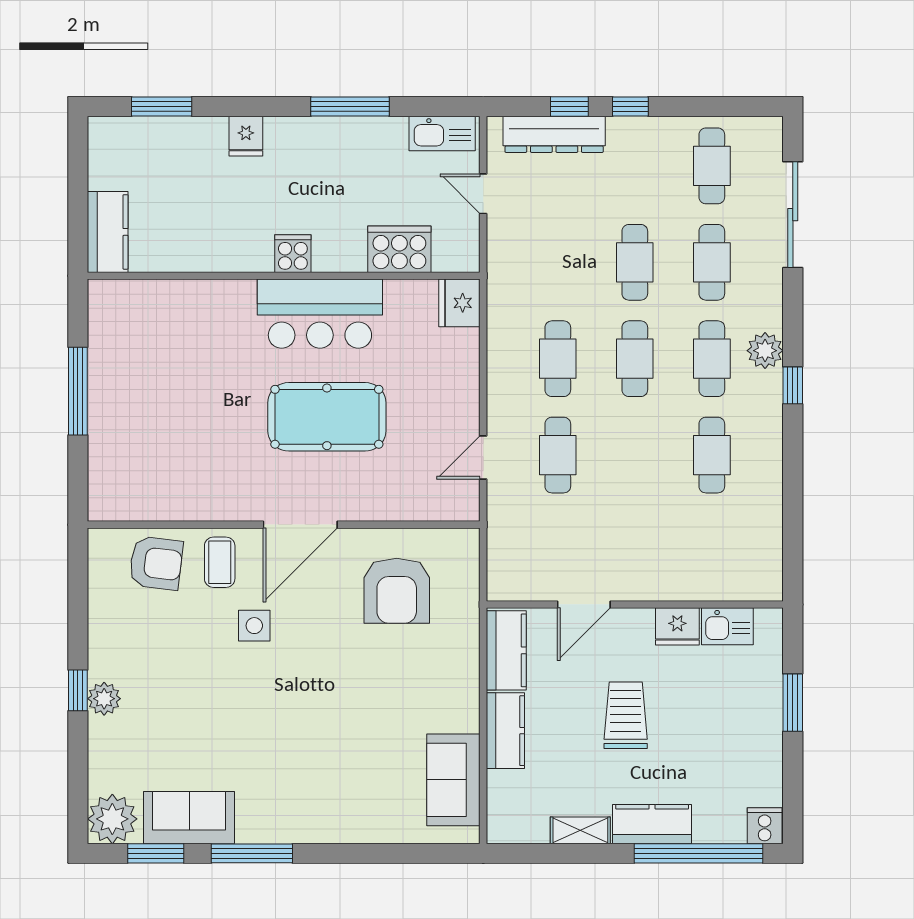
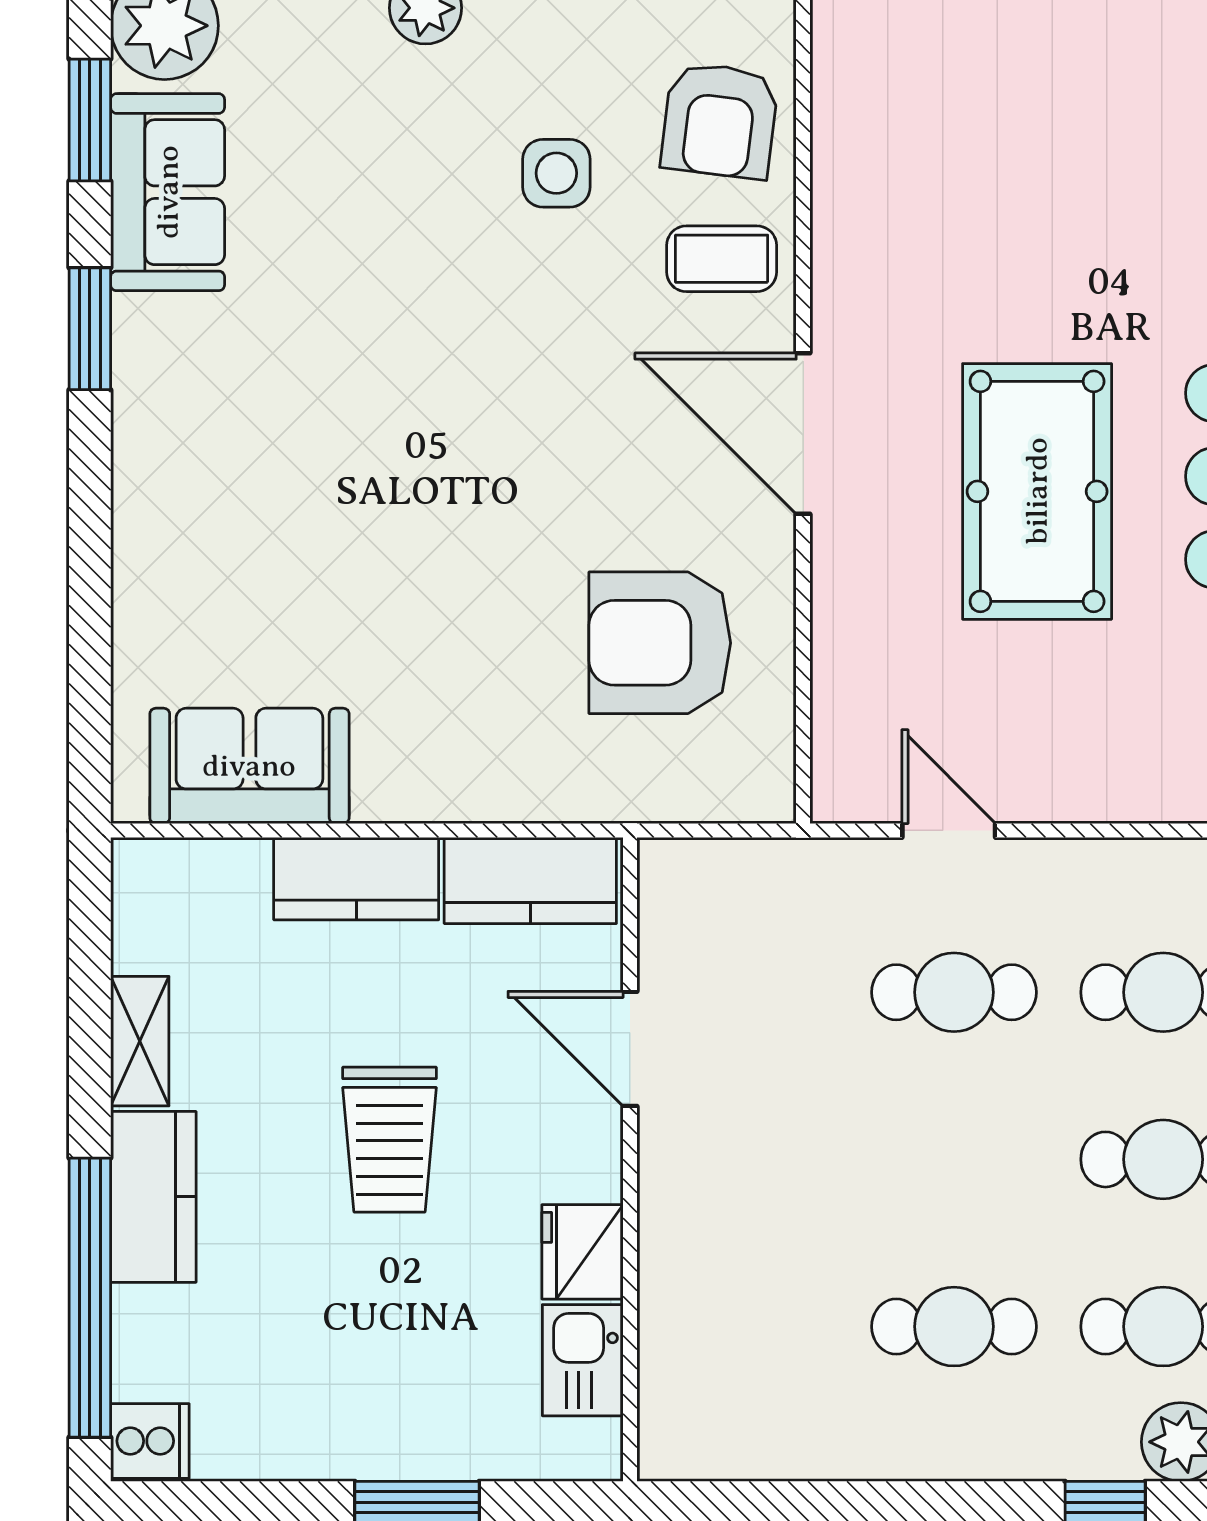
side table: (254, 626) -> (556, 173), moved
trolley: (626, 715) -> (390, 1140), turned 90
window: (252, 853) -> (90, 329), width x0.69

